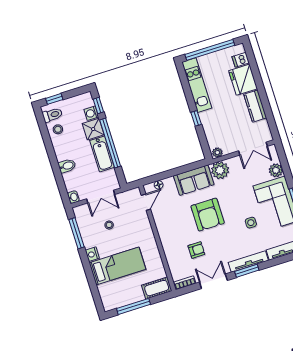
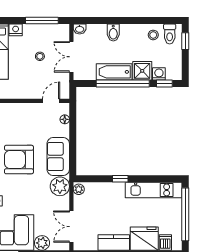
door: (146, 202) -> (51, 101), swing flipped

